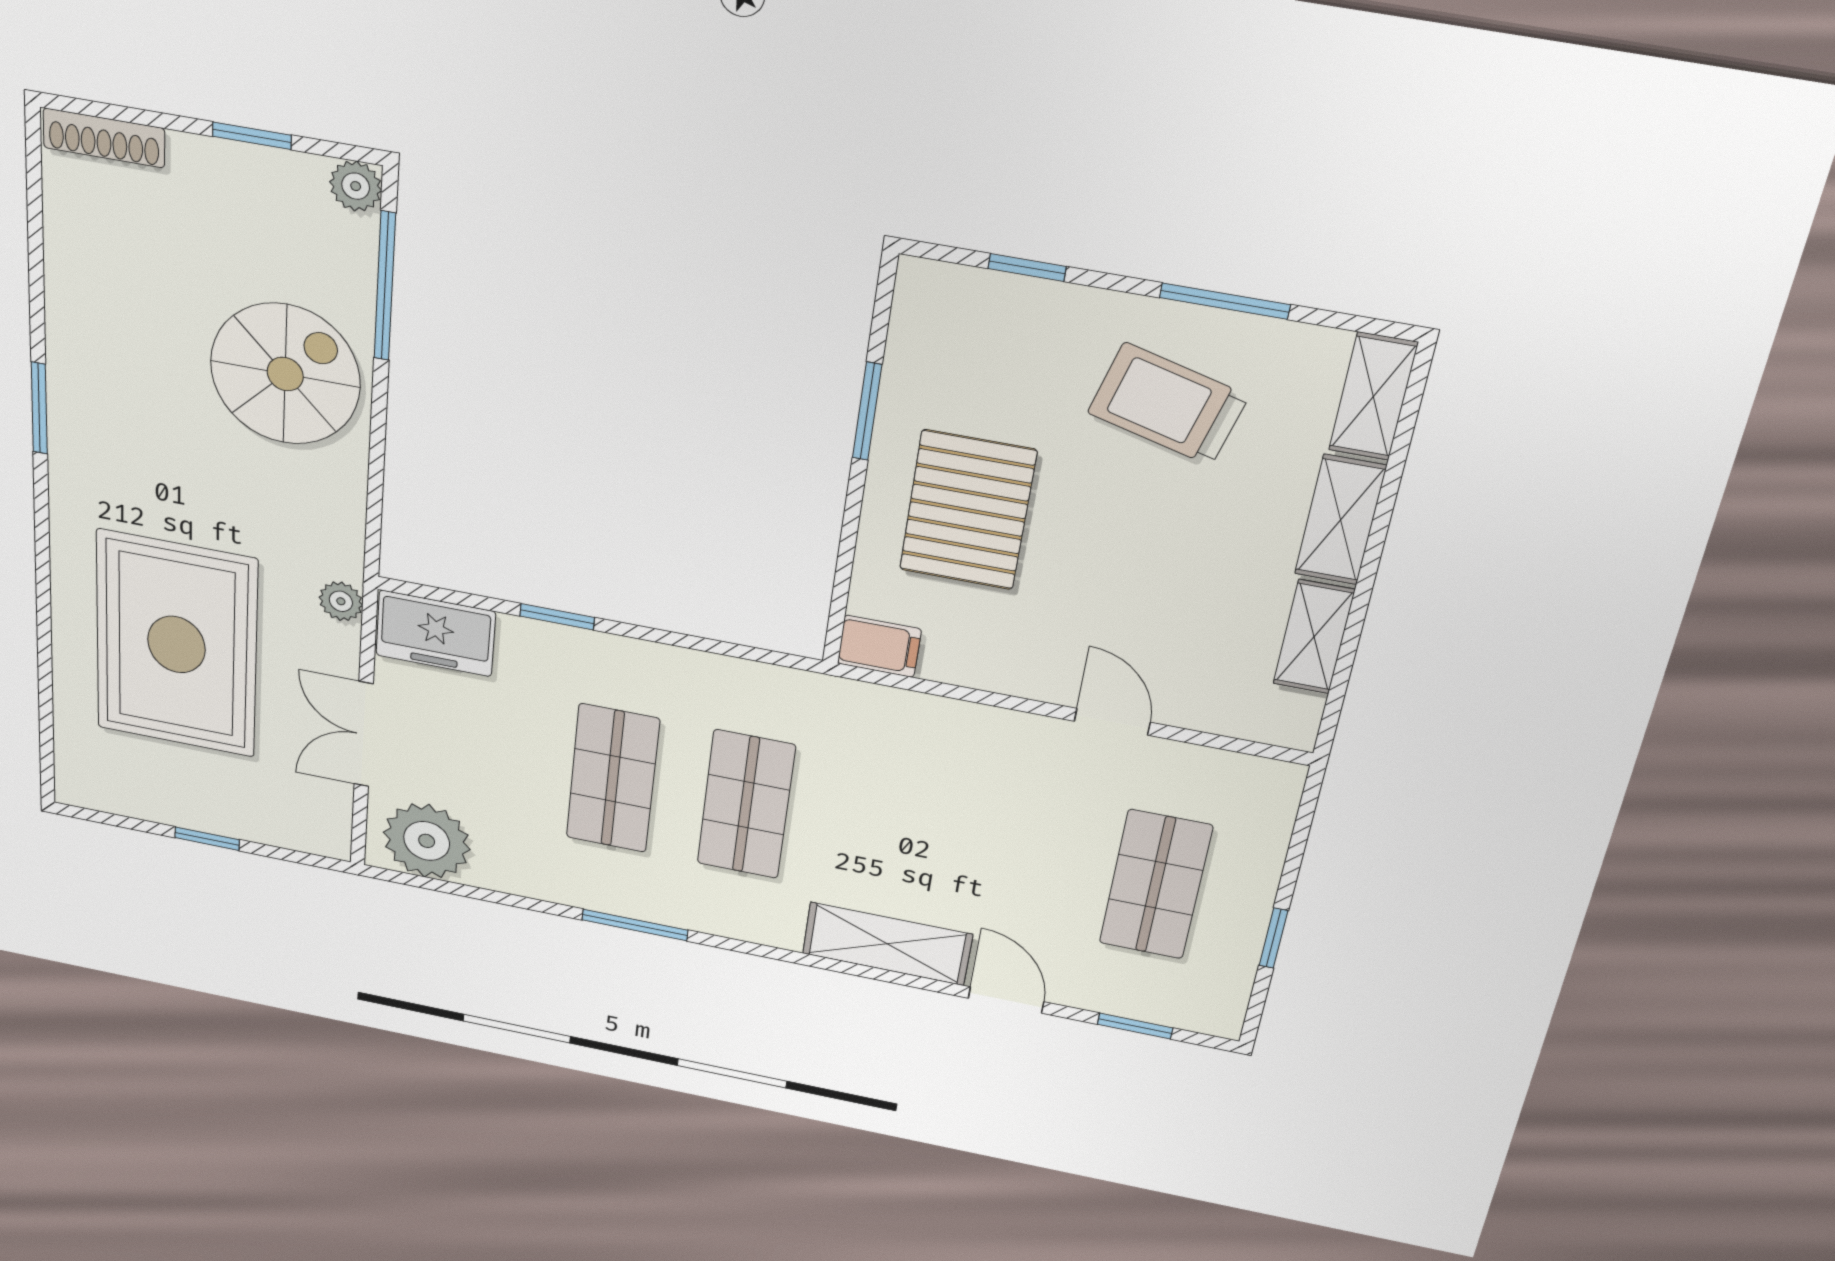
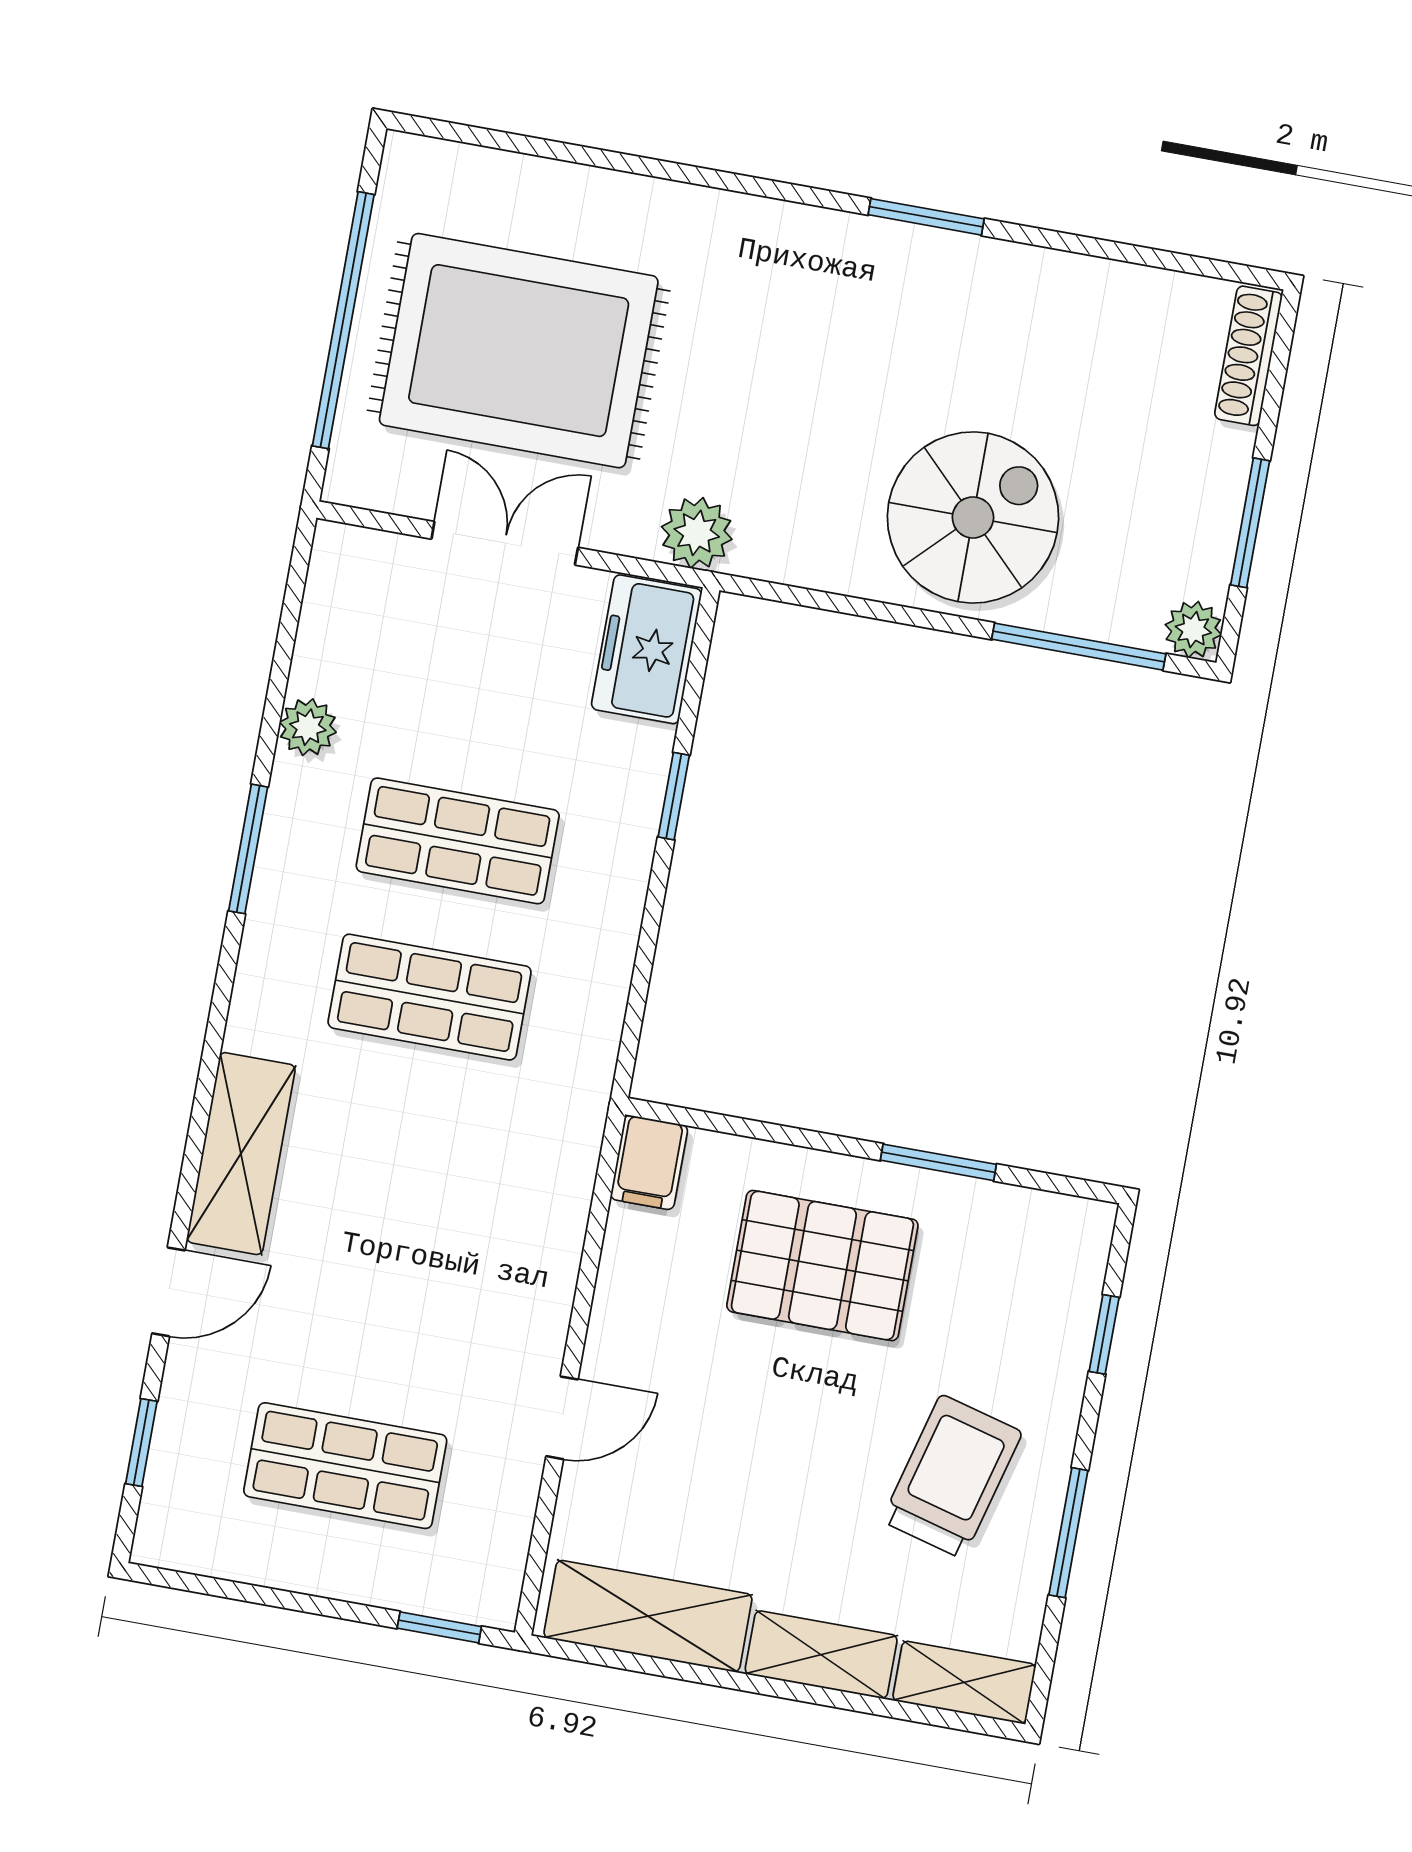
window: (252, 136) -> (1250, 523), width x1.50
spiral stairs: (285, 374) -> (973, 517), turned -90
plant: (341, 601) -> (697, 533), width x1.38, depth x1.38
shelving: (1314, 637) -> (648, 1616), width x1.50, depth x1.33
rug: (176, 644) -> (519, 351), moved
window: (207, 839) -> (343, 320), width x3.17
plant: (427, 841) -> (308, 727), moved, width x0.53, depth x0.53
window: (1274, 938) -> (439, 1627), moved

